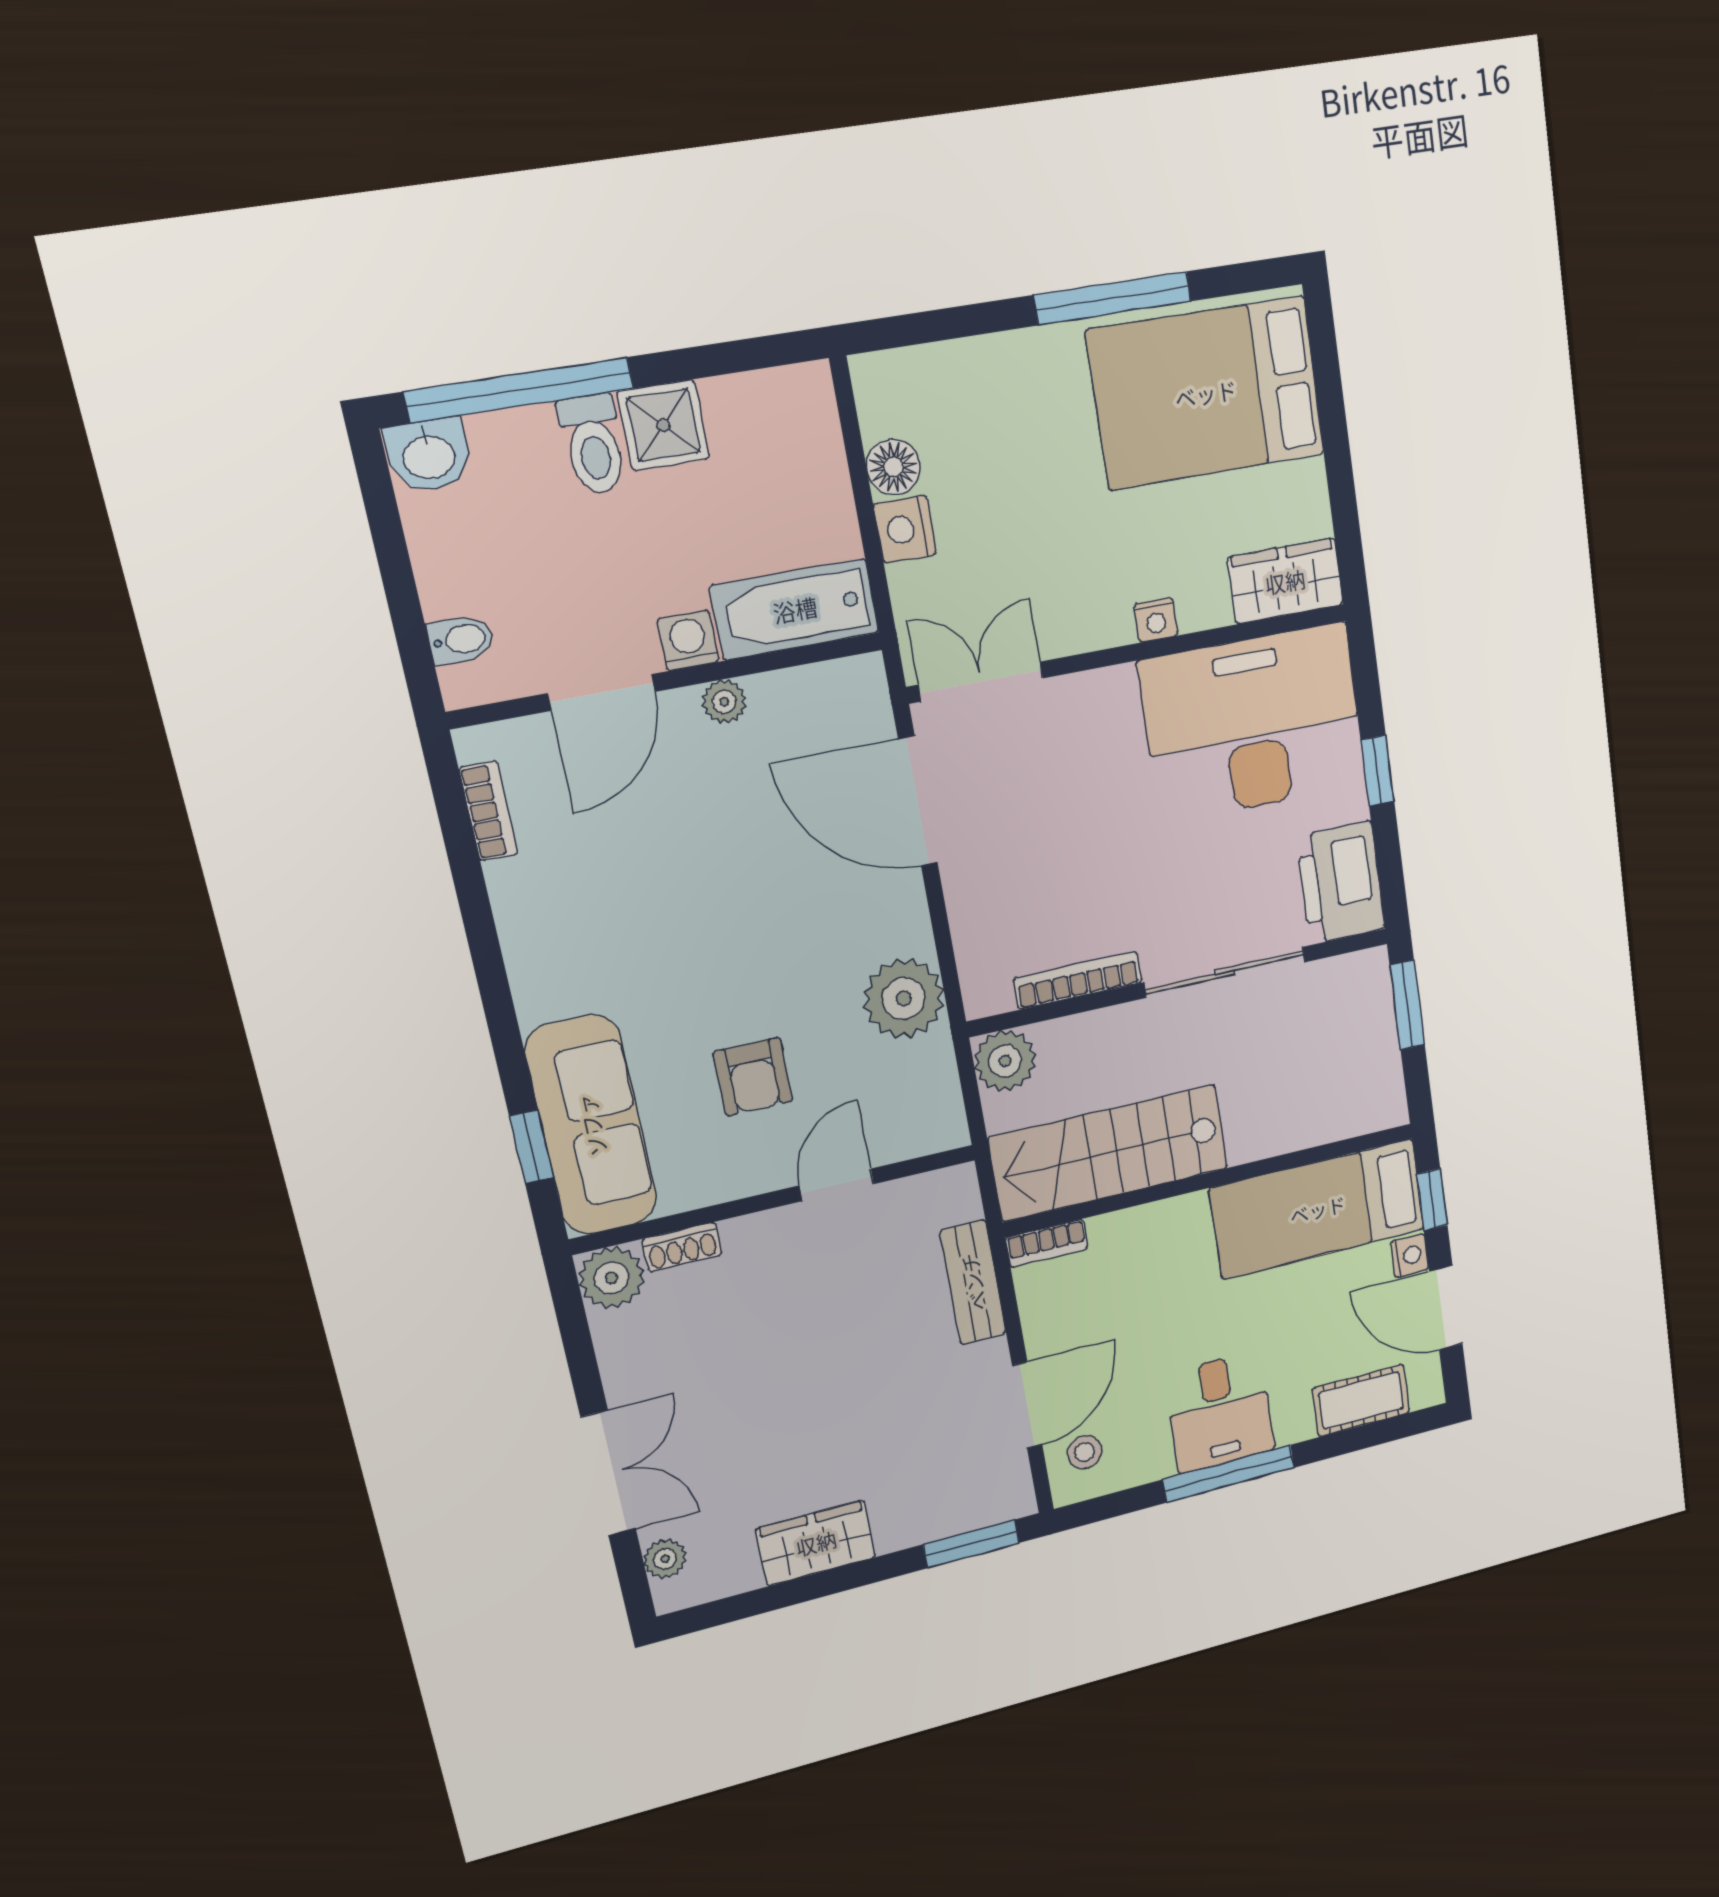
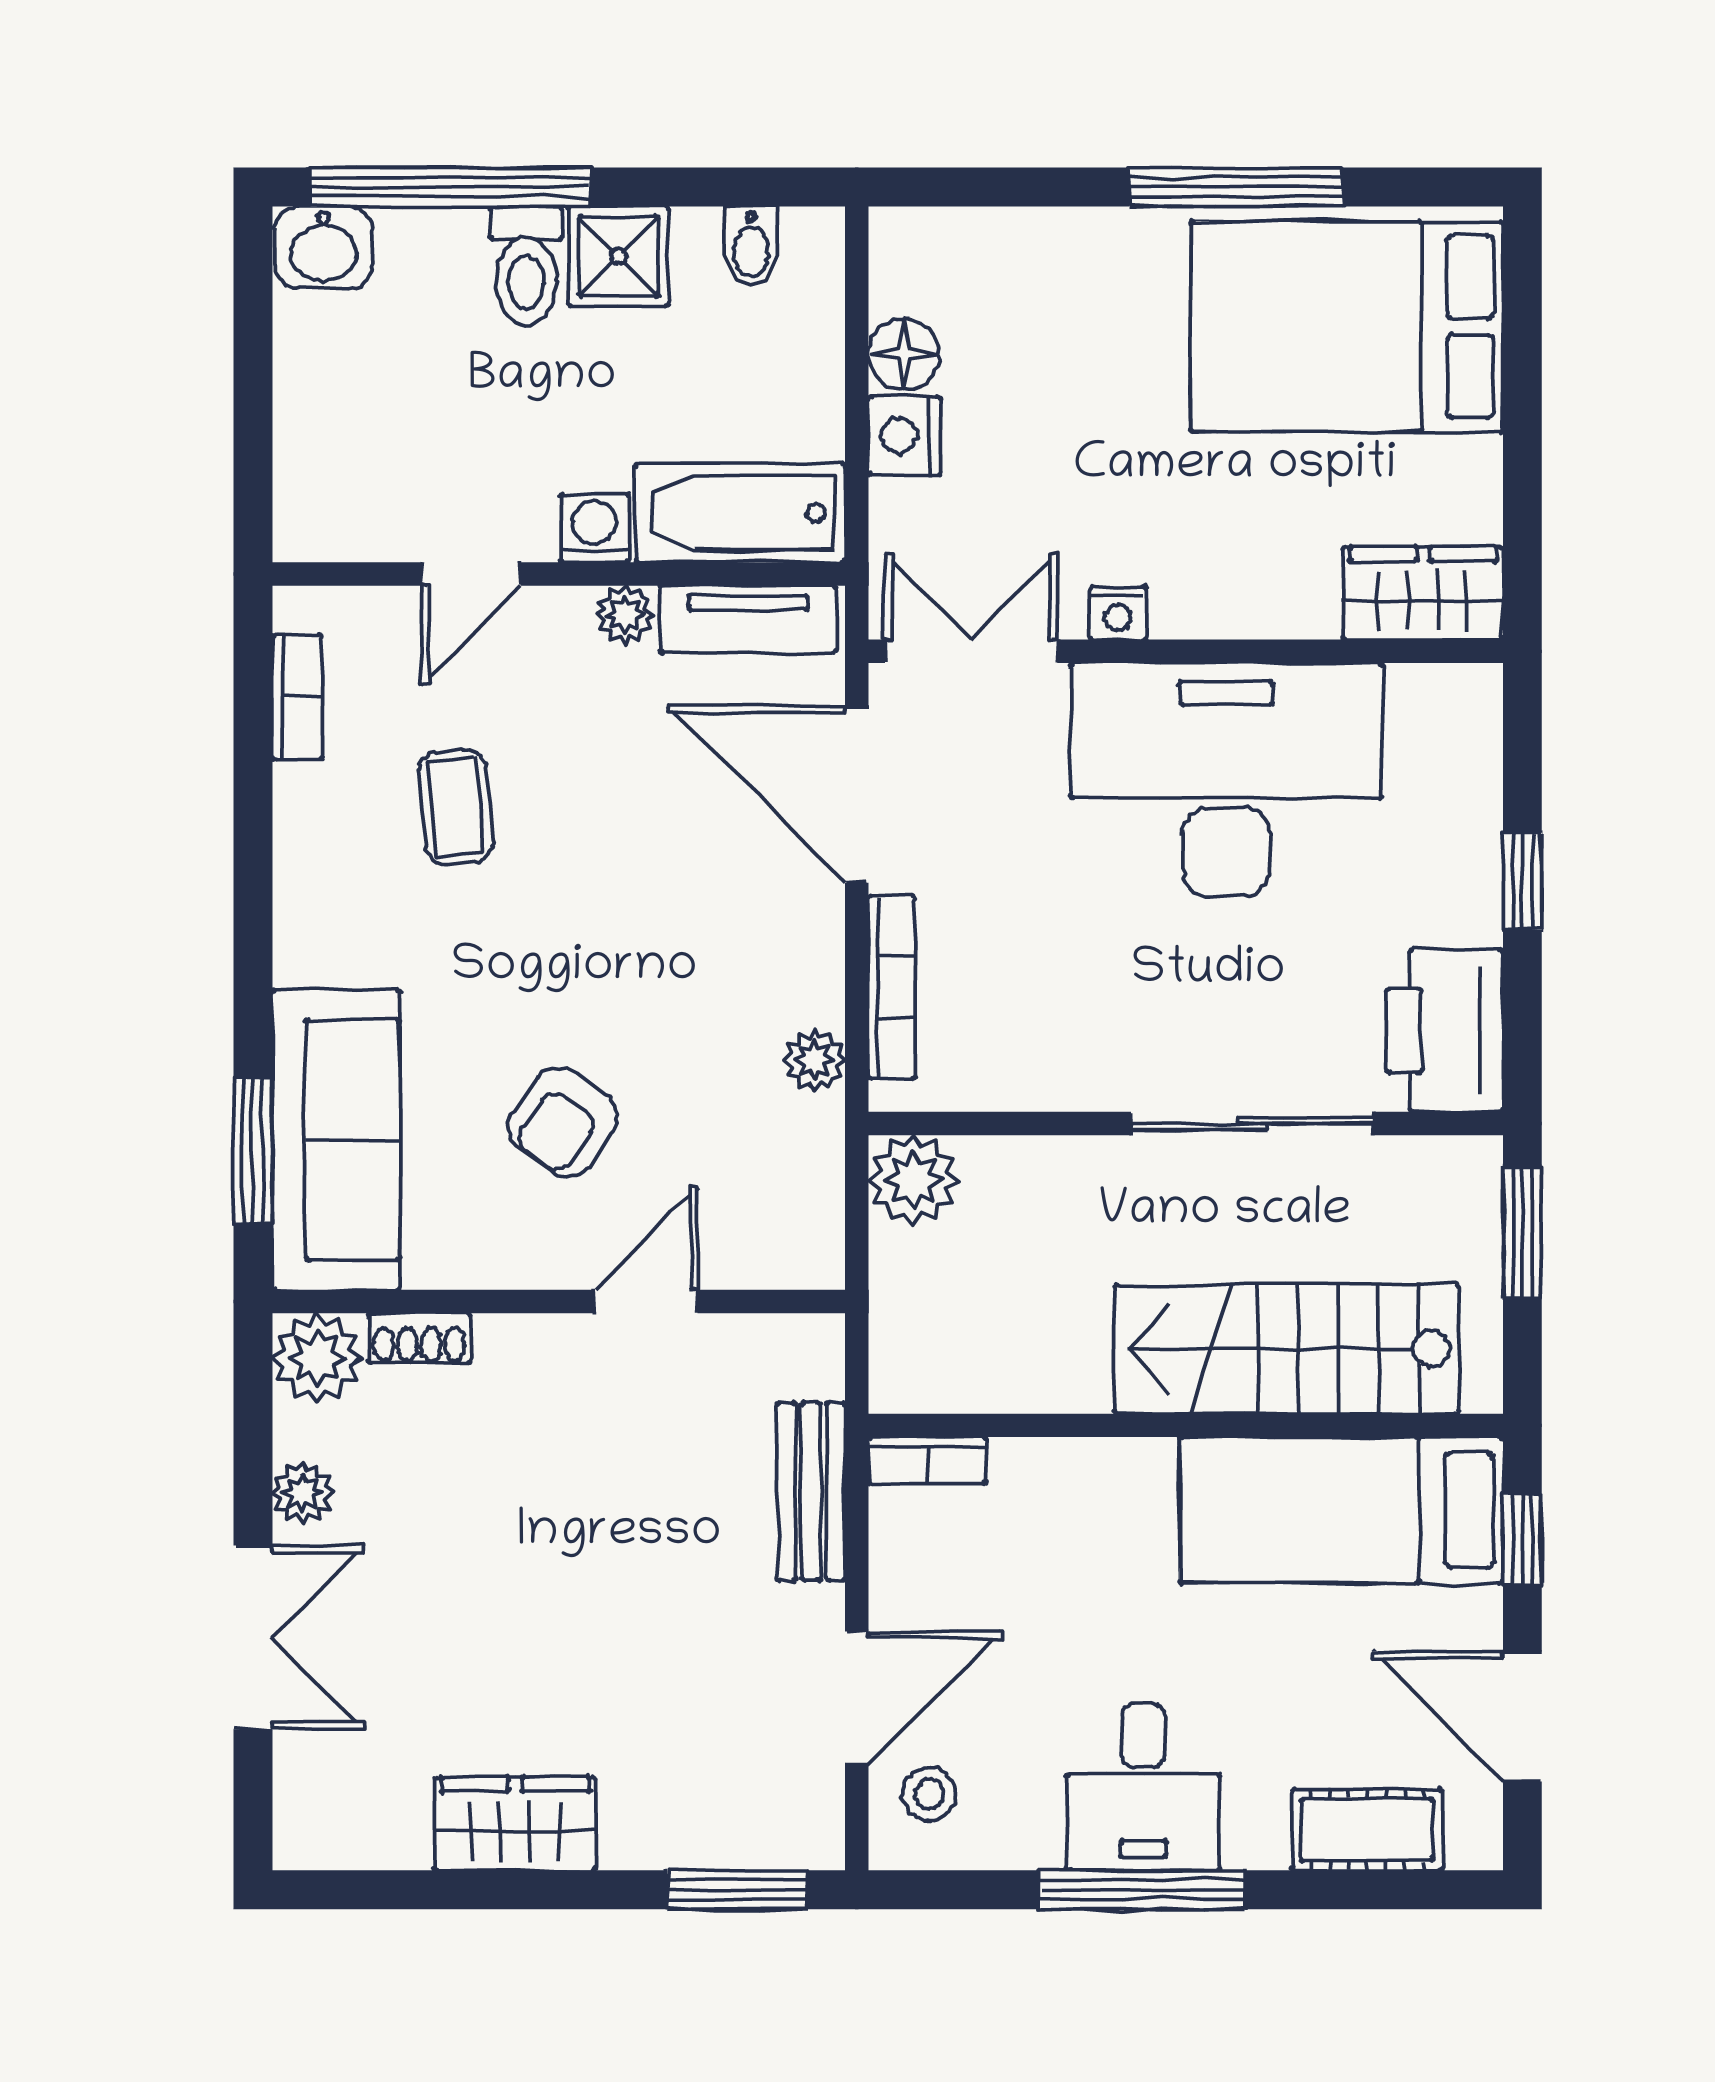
nightstand: (1156, 620) -> (1118, 613), moved
bidet: (461, 640) -> (751, 246), moved, turned 90
tv unit: (816, 688) -> (748, 619), added
door: (602, 693) -> (471, 574), width x0.73
desk: (1253, 723) -> (1226, 780), moved
coffee table: (627, 869) -> (456, 807), added
bookcase: (1078, 980) -> (892, 987), moved, turned 90
plant: (904, 998) -> (815, 1060), width x0.53, depth x0.53
armchair: (753, 1077) -> (562, 1122), turned 36
window: (531, 1147) -> (253, 1151), width x1.50
stairs: (1109, 1153) -> (1287, 1349), moved
nightstand: (1409, 1255) -> (1475, 1618), removed
plant: (665, 1559) -> (303, 1493), moved

